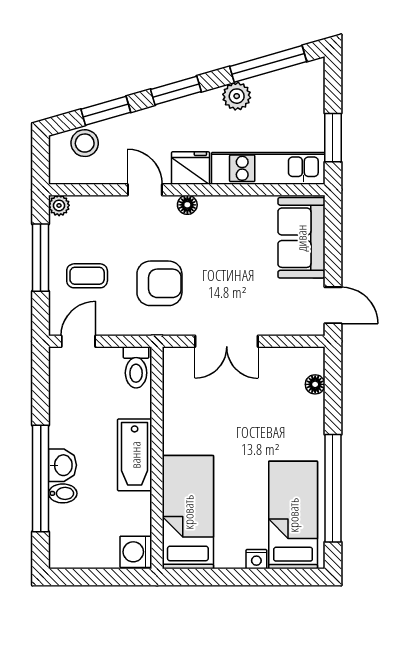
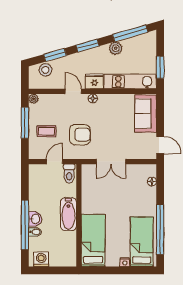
door: (78, 341) -> (55, 162), moved
washing machine: (136, 552) -> (41, 259), moved, turned 90

